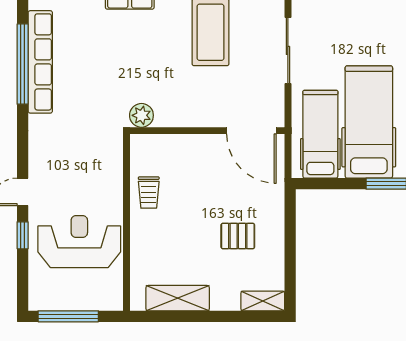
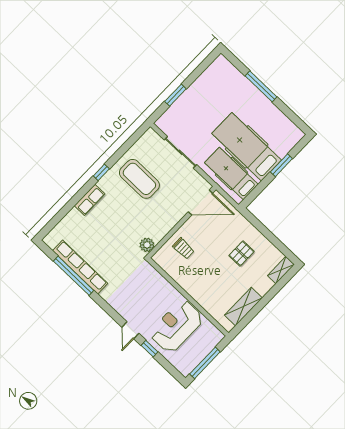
trolley: (149, 193) -> (183, 248), moved

